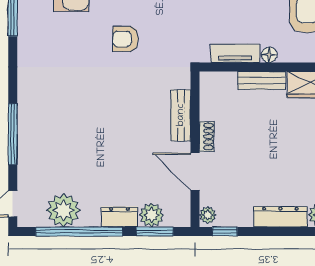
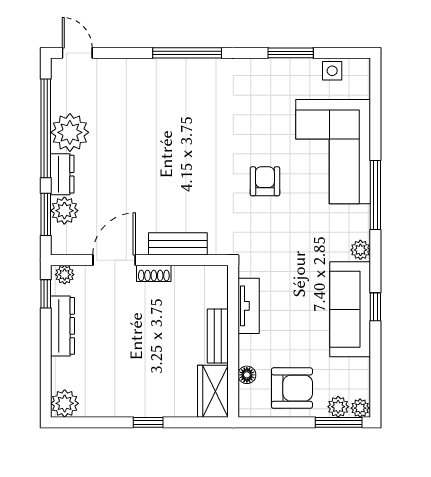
floor lamp: (269, 55) -> (247, 375), moved
window: (13, 134) -> (187, 53), moved
plant: (63, 210) -> (70, 132), moved
dresser: (280, 217) -> (63, 326), moved

